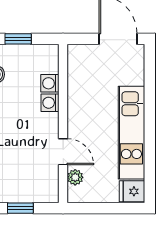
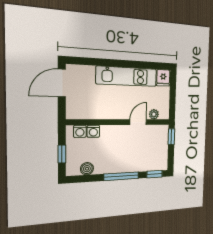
washing machine: (50, 103) -> (80, 131), moved
window: (20, 208) -> (171, 137), moved

